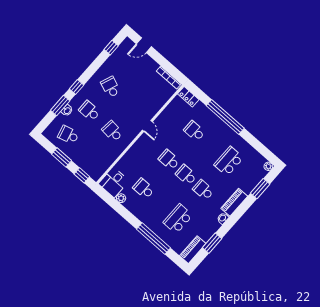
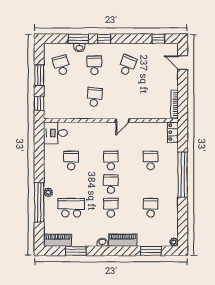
school desk: (229, 161) -> (151, 208), width x0.54
plant: (121, 198) -> (48, 192), moved

